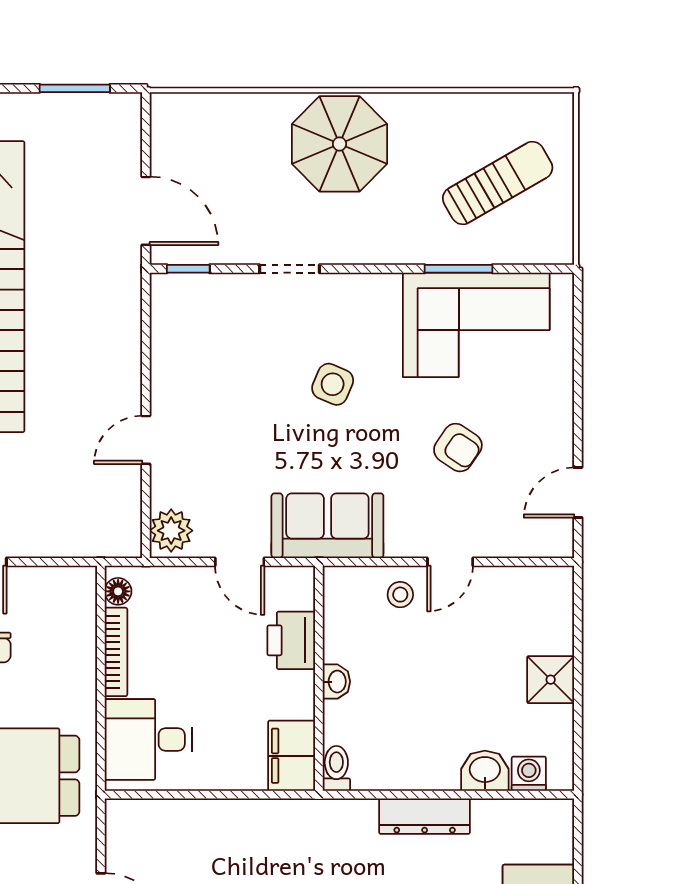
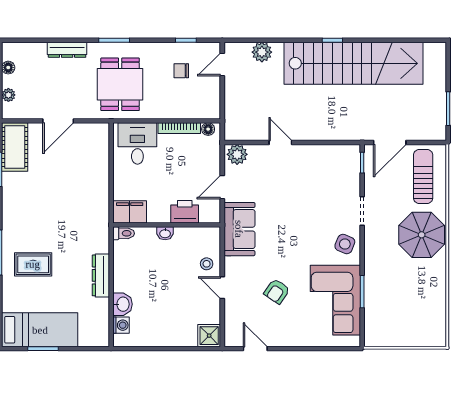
sun lounger: (498, 183) -> (423, 176), moved, turned -150
side table: (333, 384) -> (345, 244), moved
shower: (551, 680) -> (209, 336), moved

